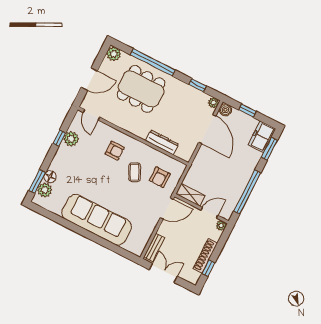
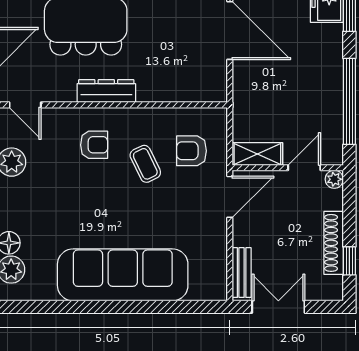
dresser: (162, 142) -> (106, 91), moved
armchair: (160, 177) -> (191, 151), turned 90

